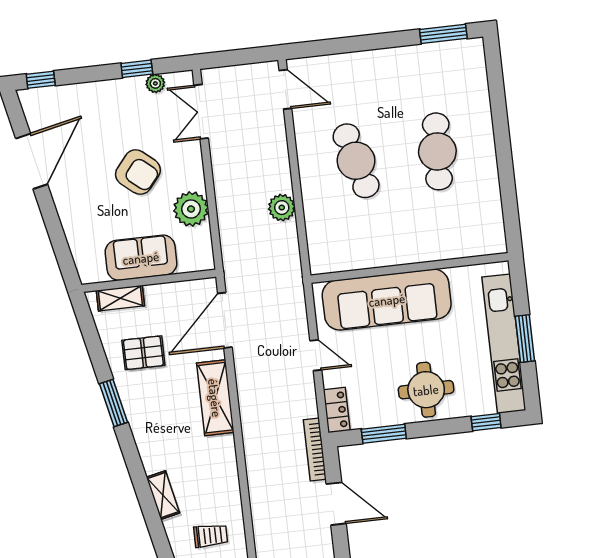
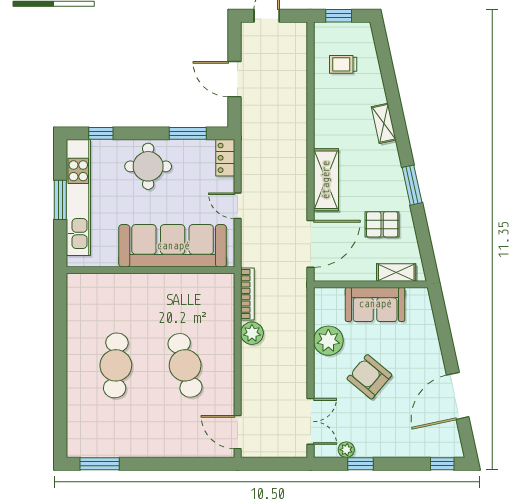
bookcase: (315, 450) -> (247, 294), moved
shelving: (163, 495) -> (384, 123), moved

